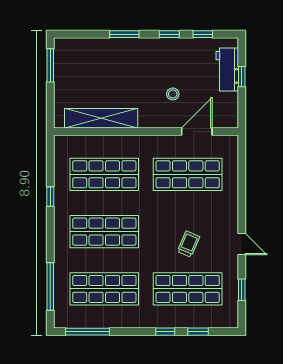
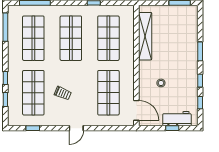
door: (197, 132) -> (136, 110), moved
door: (242, 244) -> (76, 128), moved

